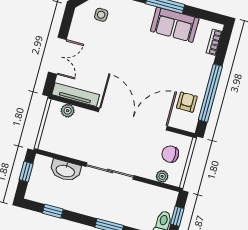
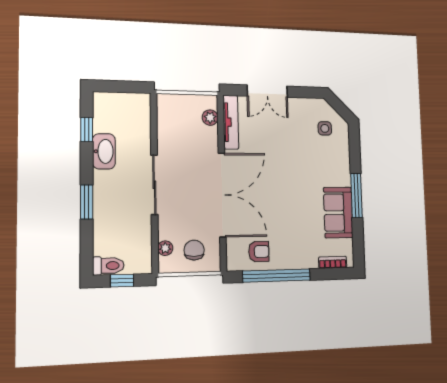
washbasin: (65, 170) -> (104, 151), moved, turned 180
window: (26, 172) -> (126, 87), removed

